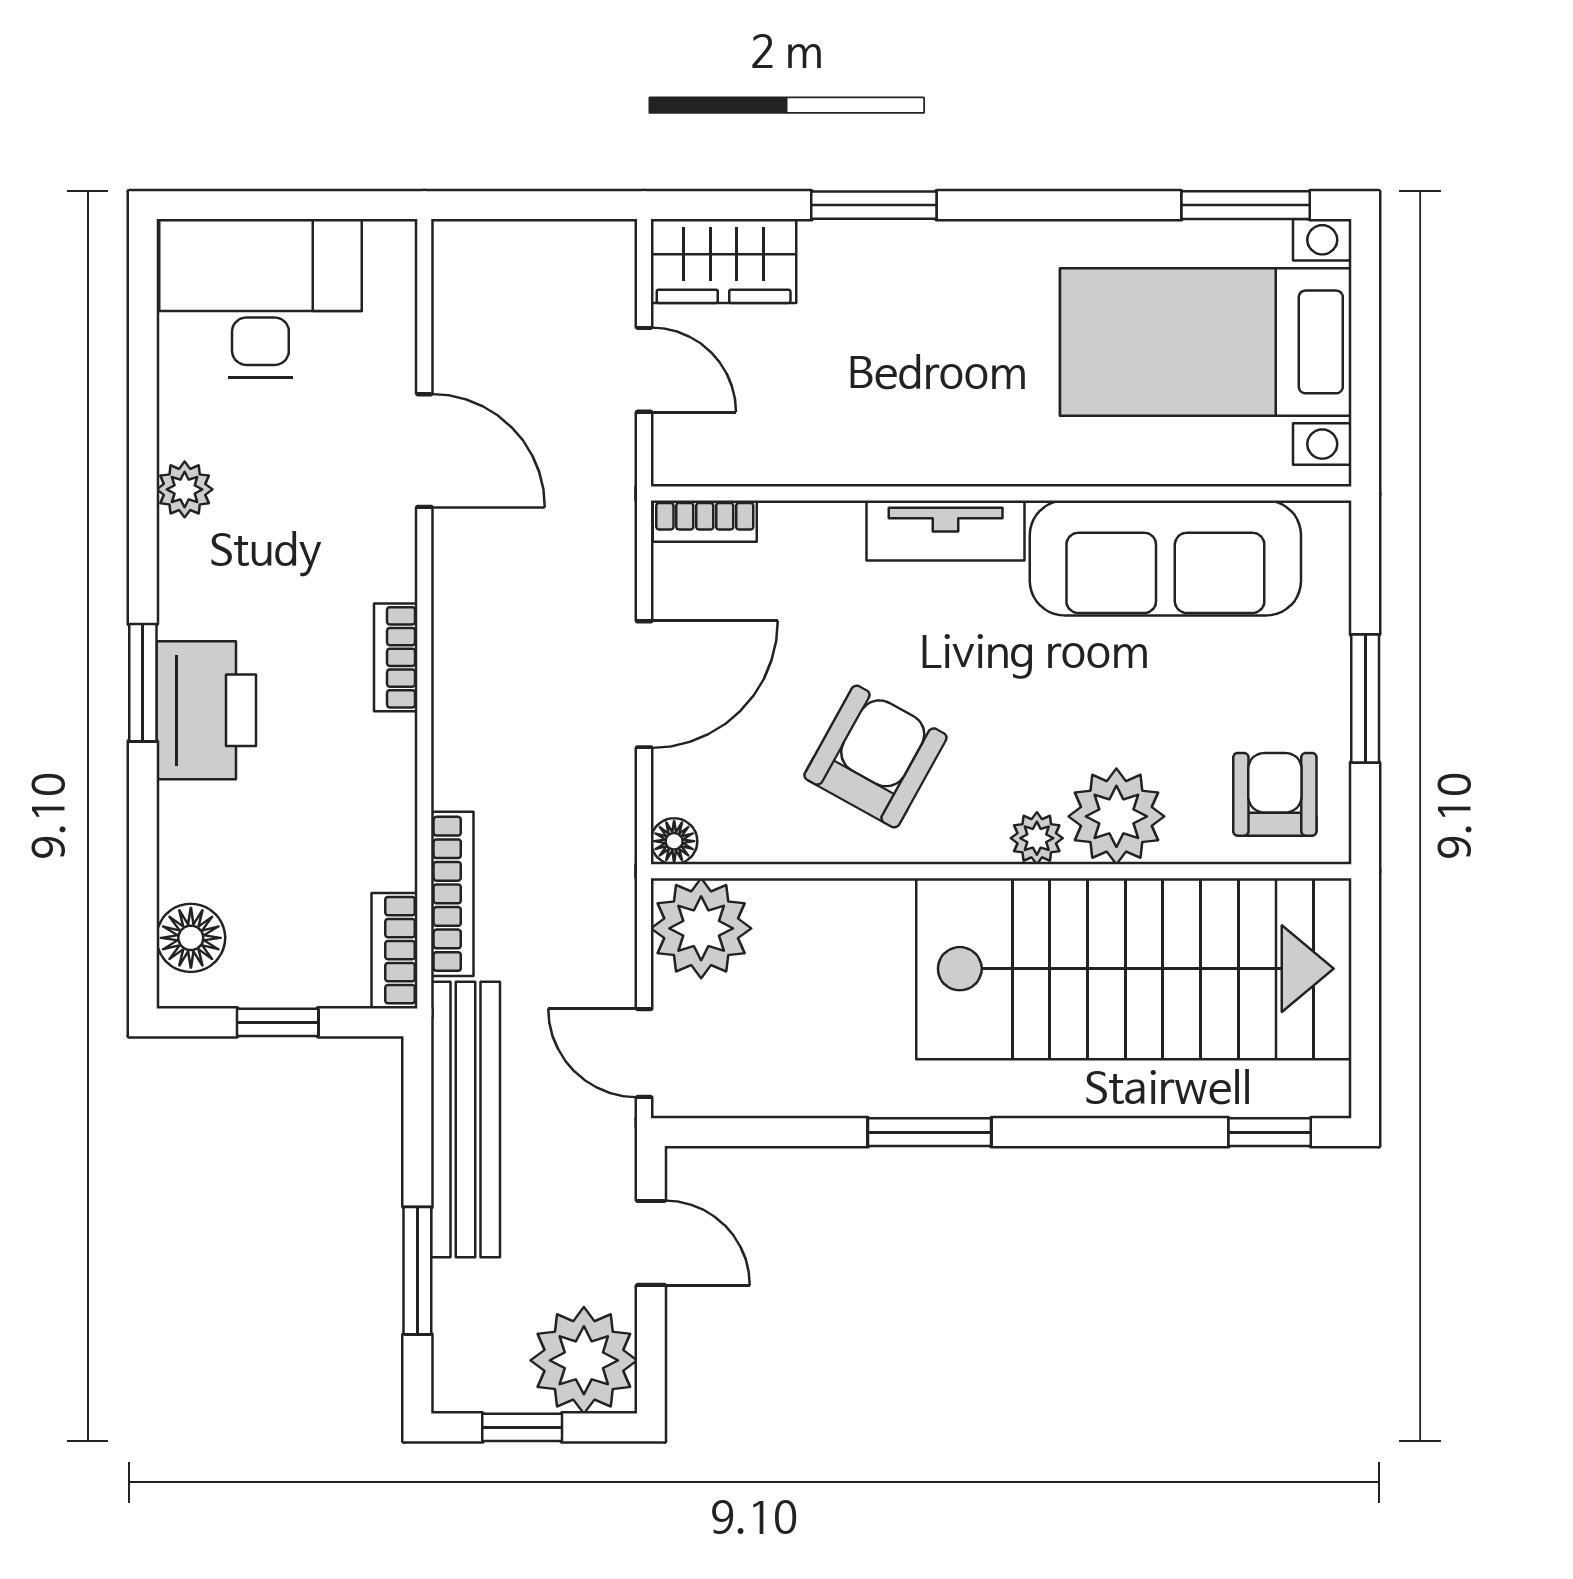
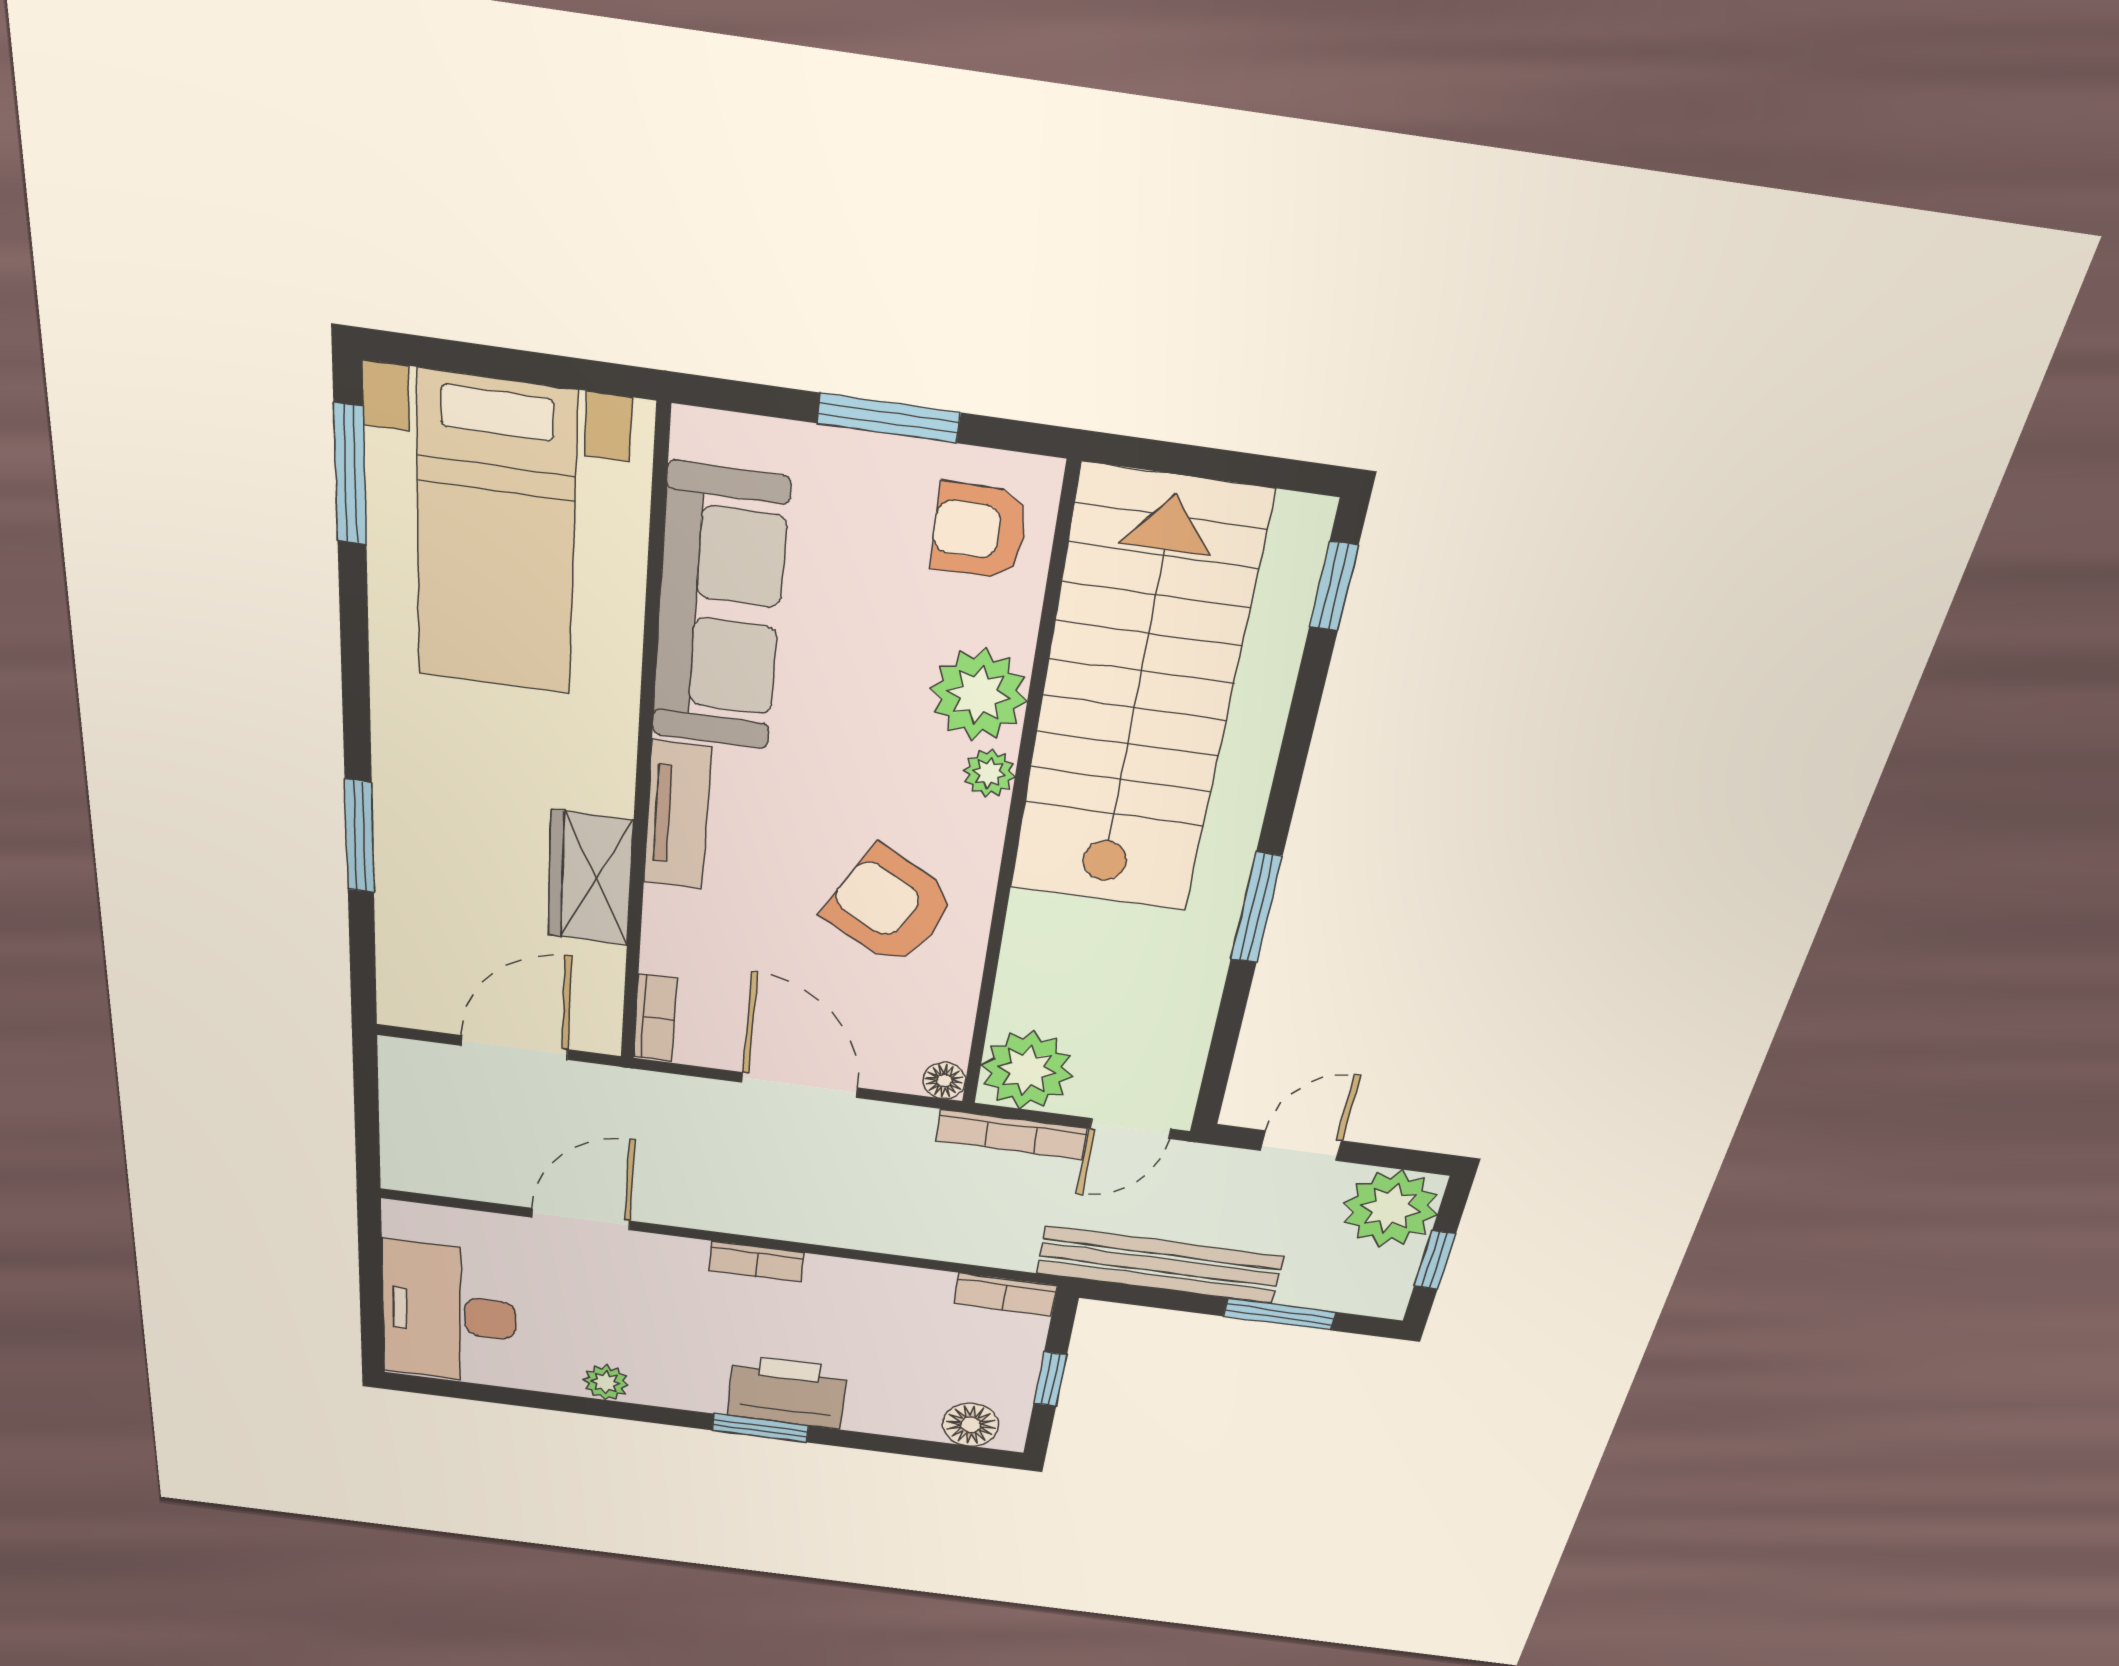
wardrobe: (724, 261) -> (590, 878), moved, turned 180
door: (644, 370) -> (514, 1047), width x1.38
bookcase: (452, 894) -> (1011, 1134), moved, turned 180

